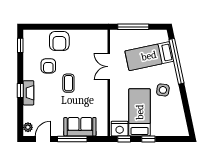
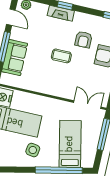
armchair: (48, 66) -> (83, 40), turned -90
double door: (109, 67) -> (87, 105), moved

